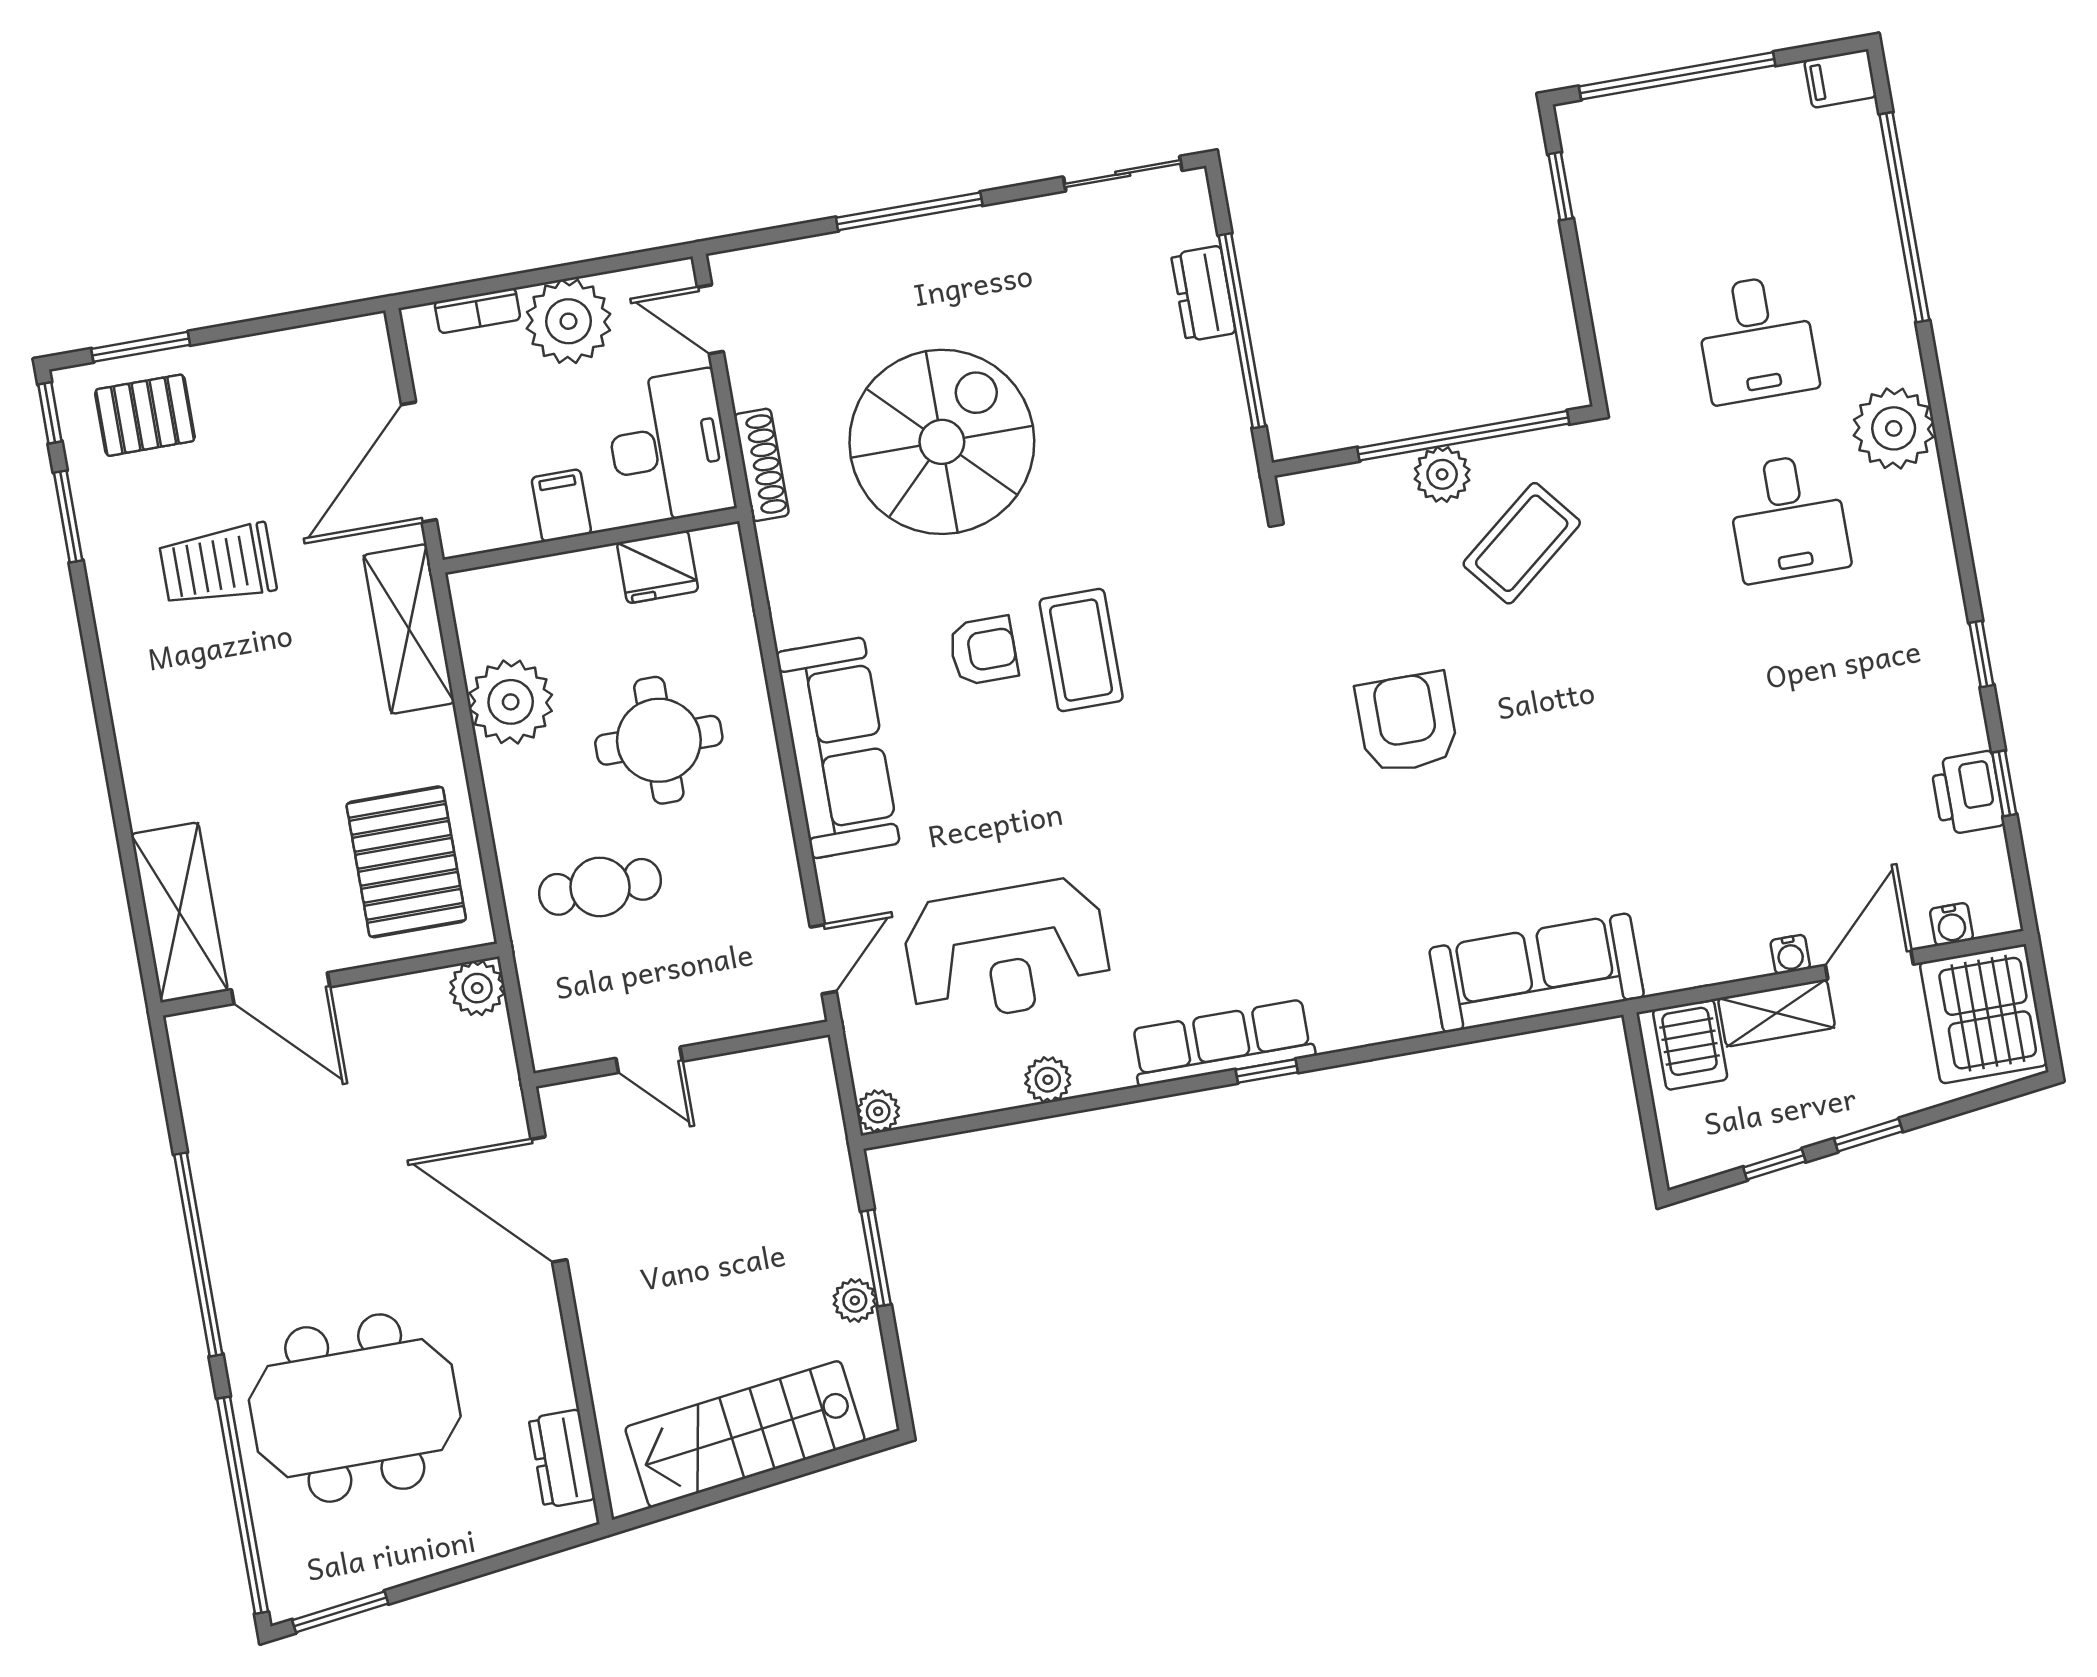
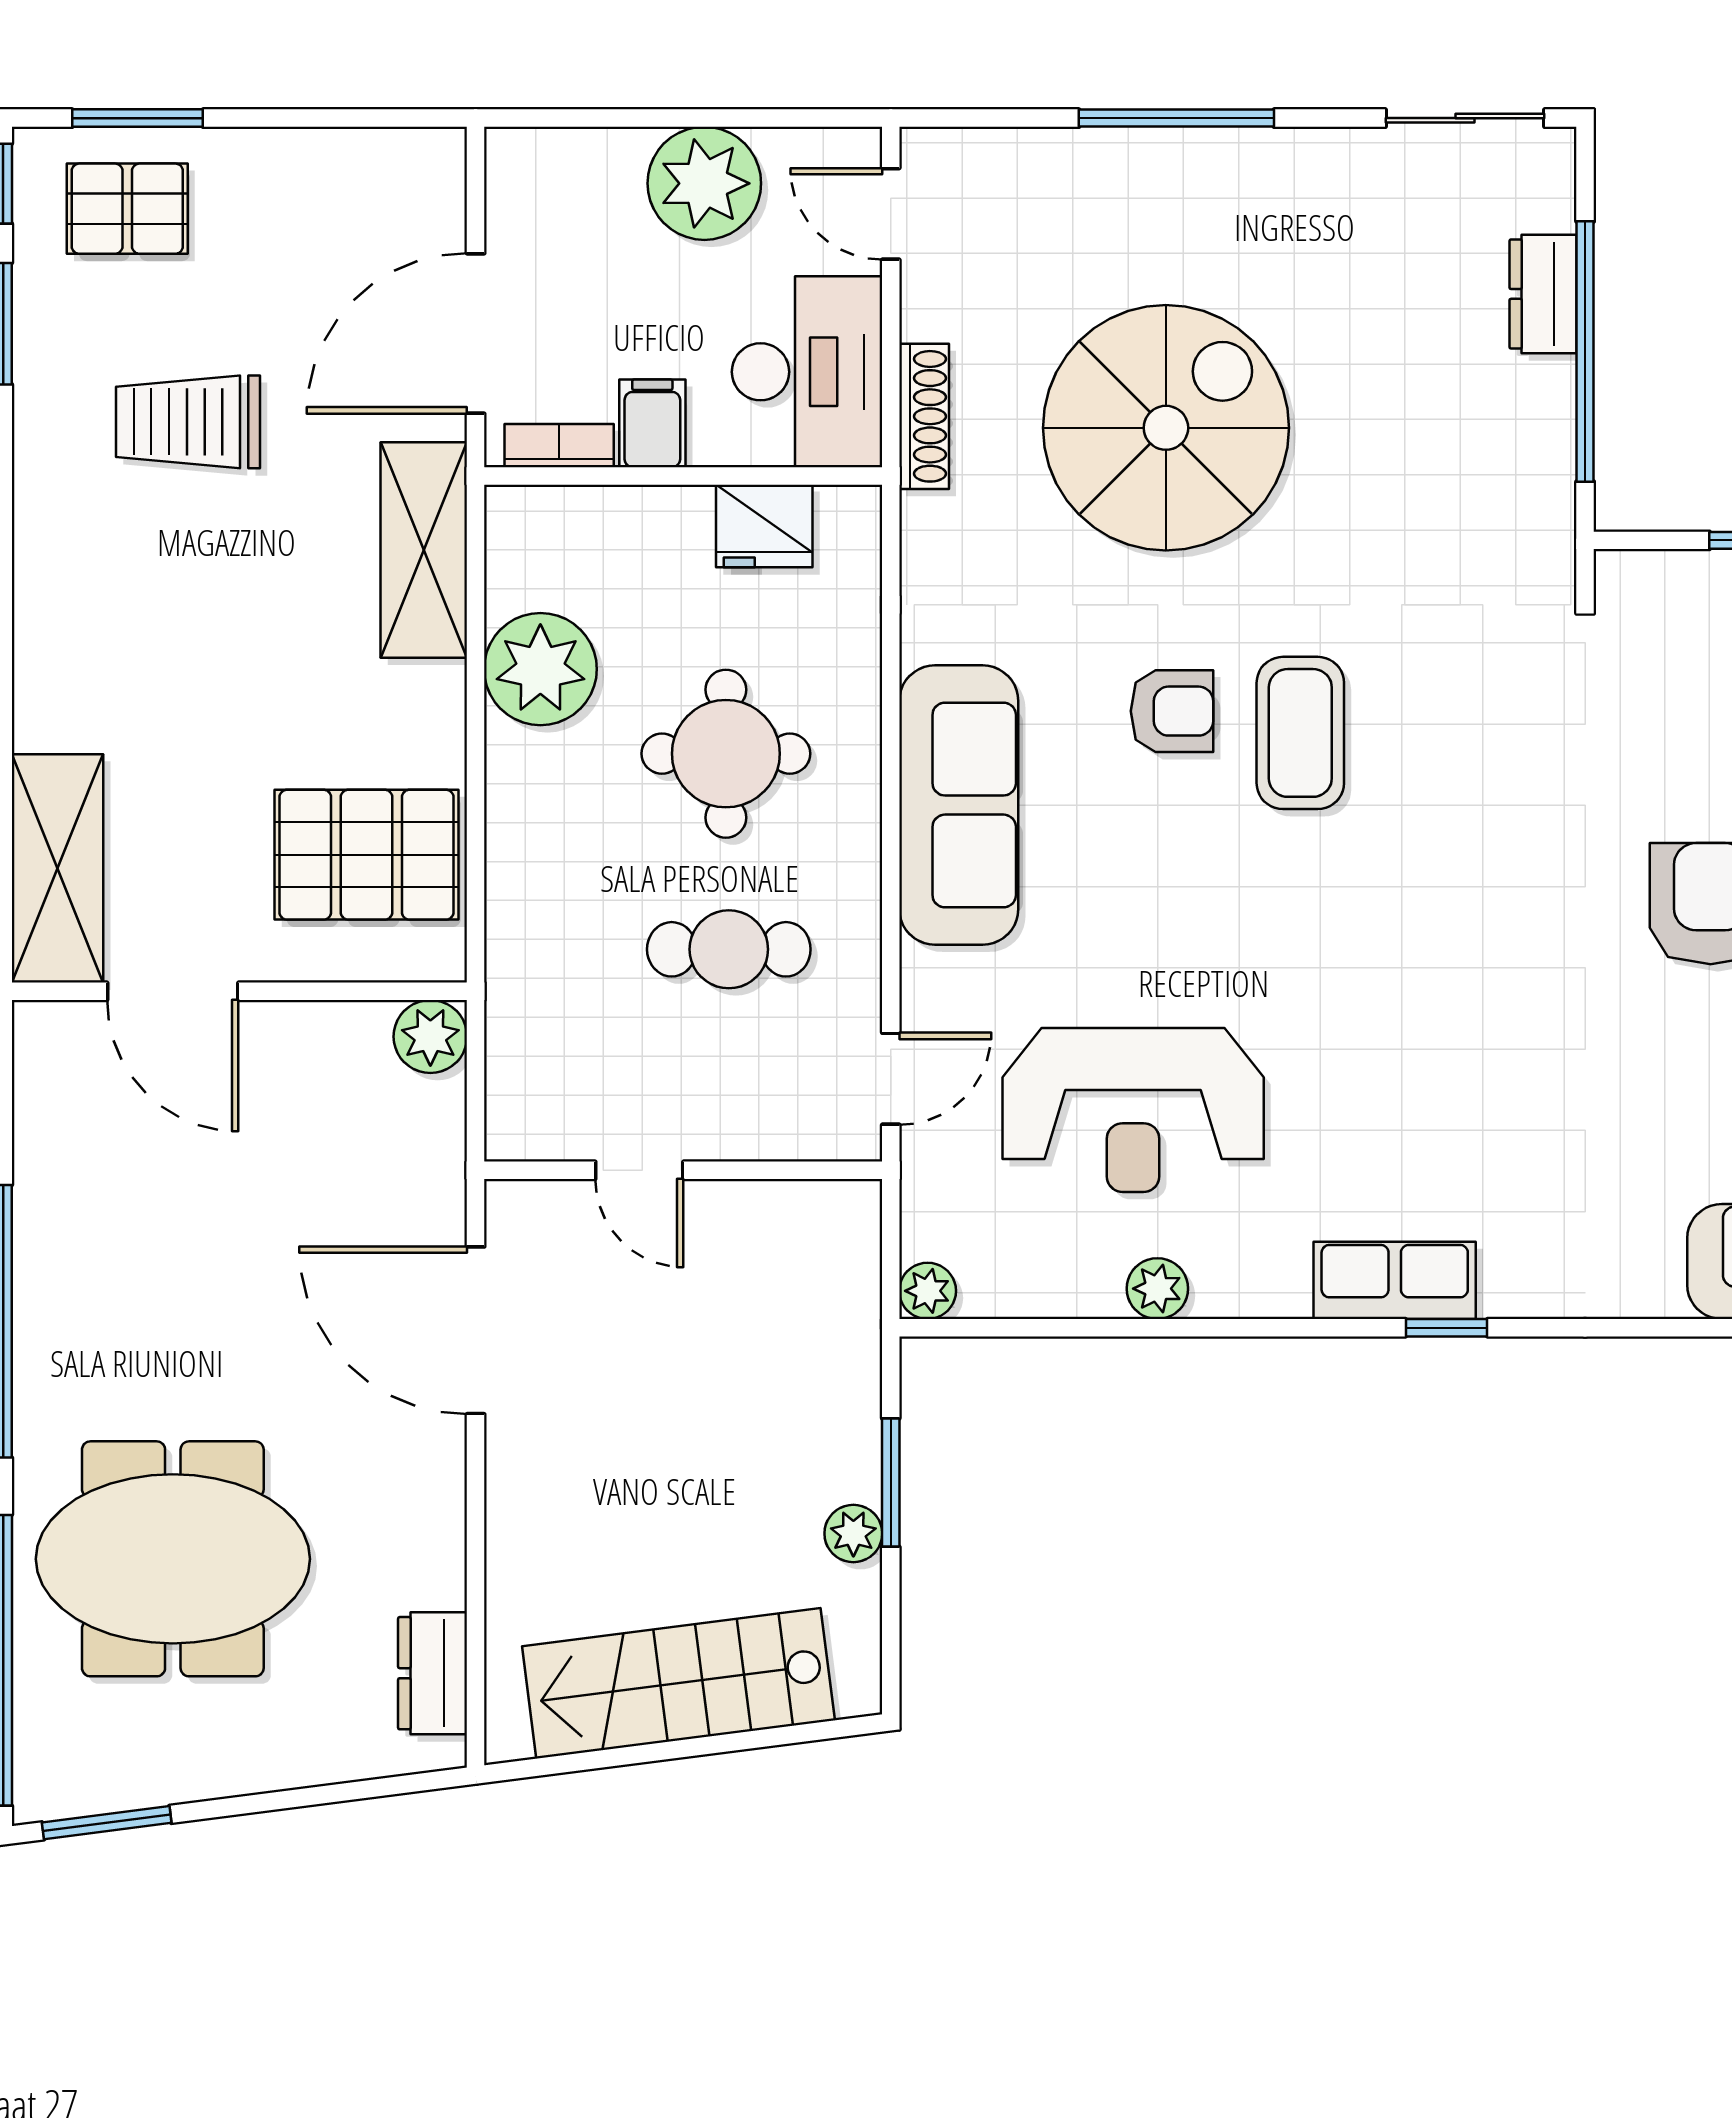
bookcase: (477, 311) -> (559, 446), moved, turned 180
pallet: (406, 862) -> (367, 855), turned 90
cafe table: (600, 887) -> (729, 949), moved
row of seats: (1222, 1043) -> (1395, 1280), width x0.68

